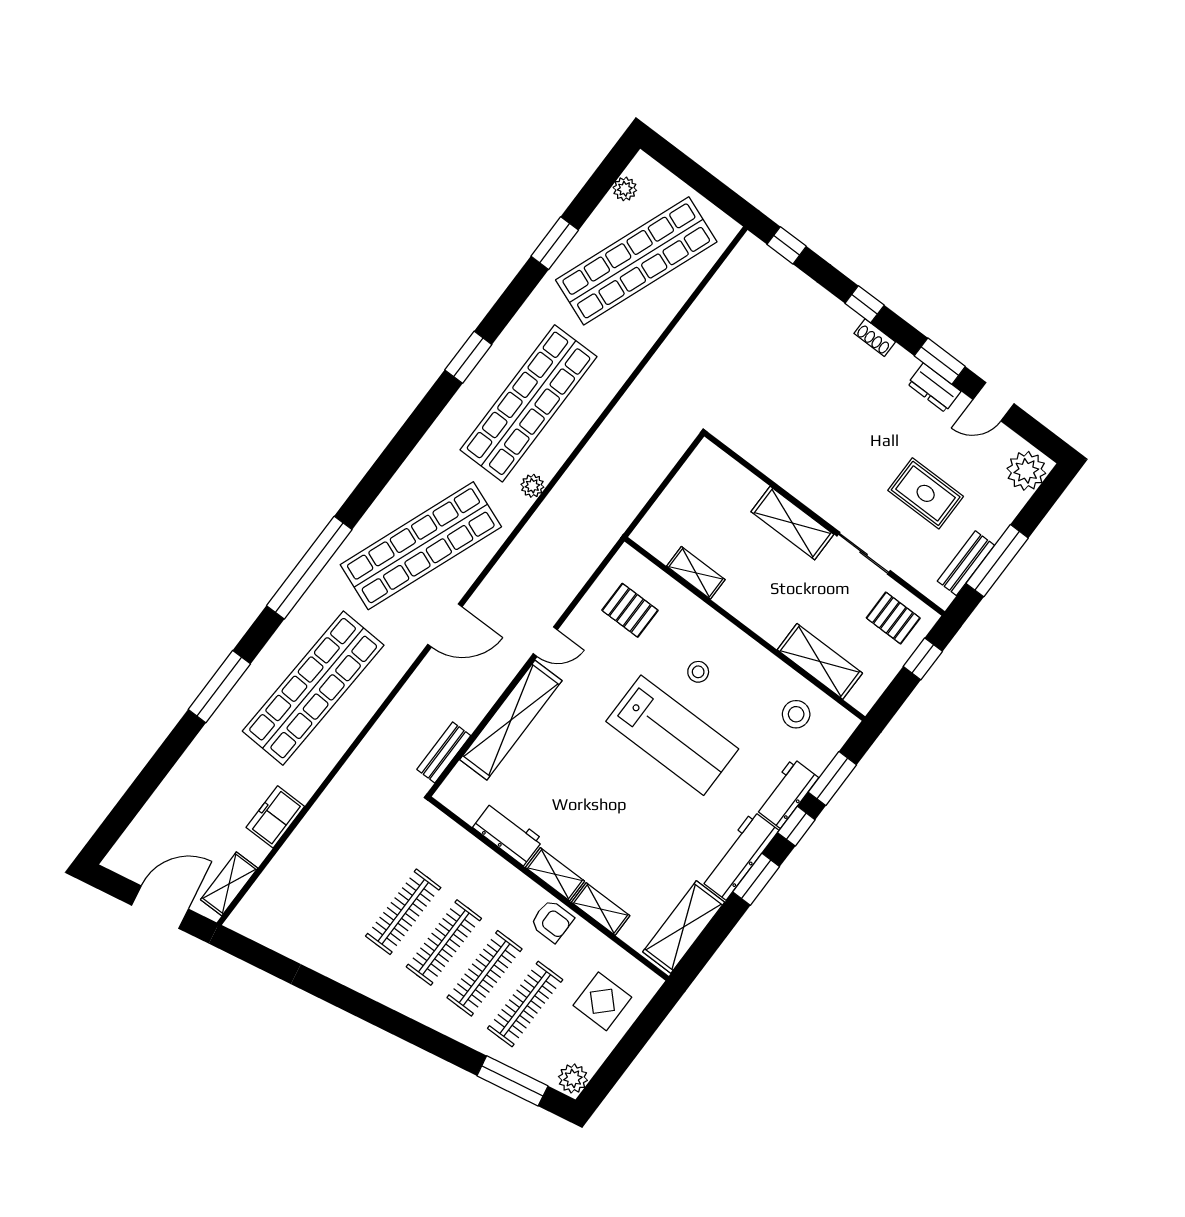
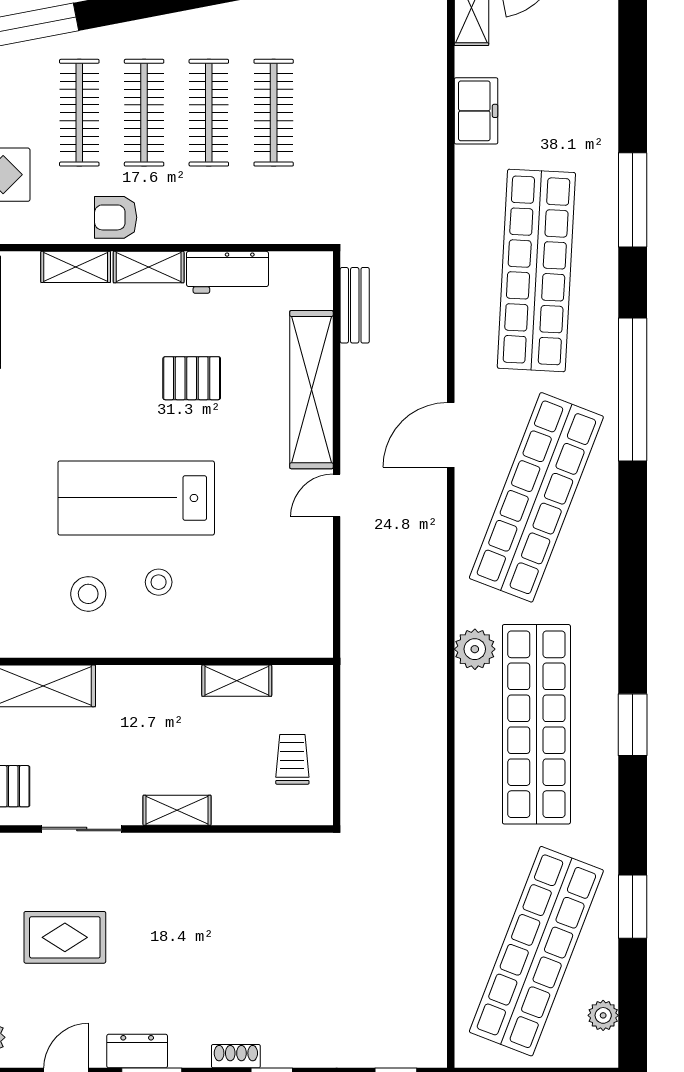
plant: (532, 486) -> (475, 649), width x1.38, depth x1.38
trolley: (698, 497) -> (292, 759), added
shelving: (792, 523) -> (177, 810), width x0.67, depth x0.75
pallet: (630, 610) -> (192, 378), moved
stool: (796, 714) -> (88, 594), moved

